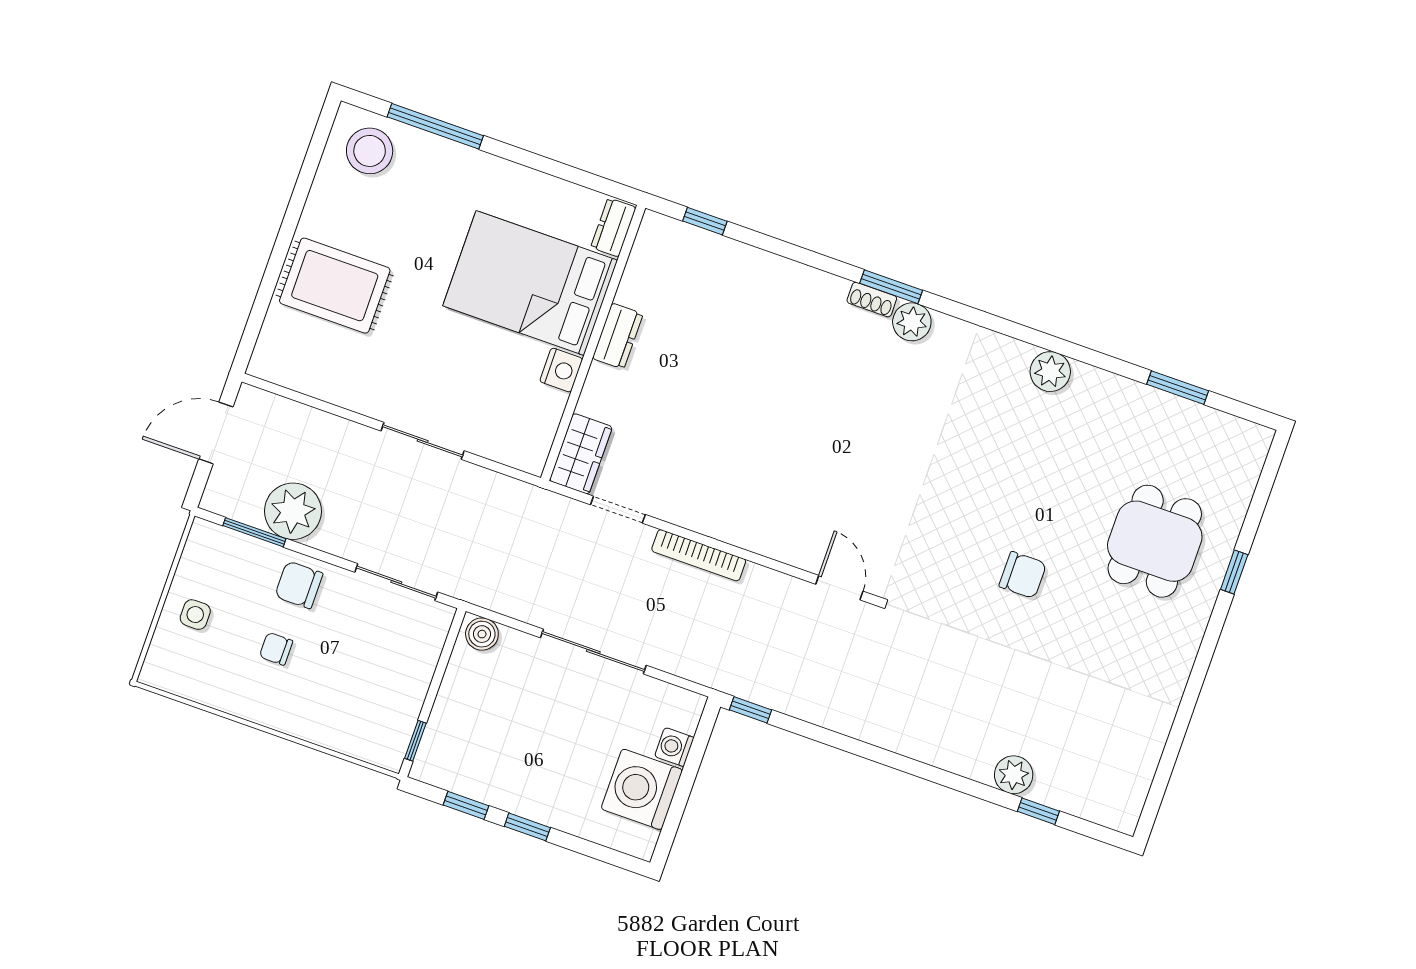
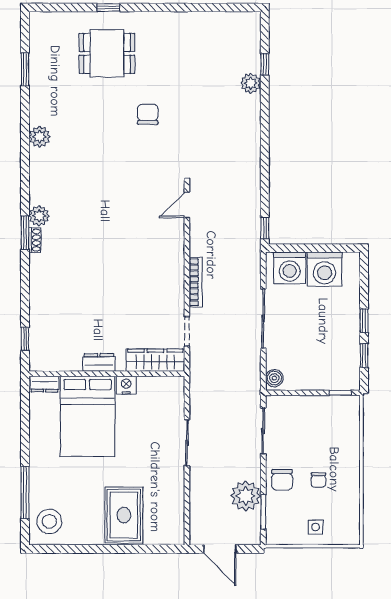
wardrobe: (581, 454) -> (155, 360), width x1.50
washing machine: (674, 747) -> (290, 268), width x1.89, depth x1.89

